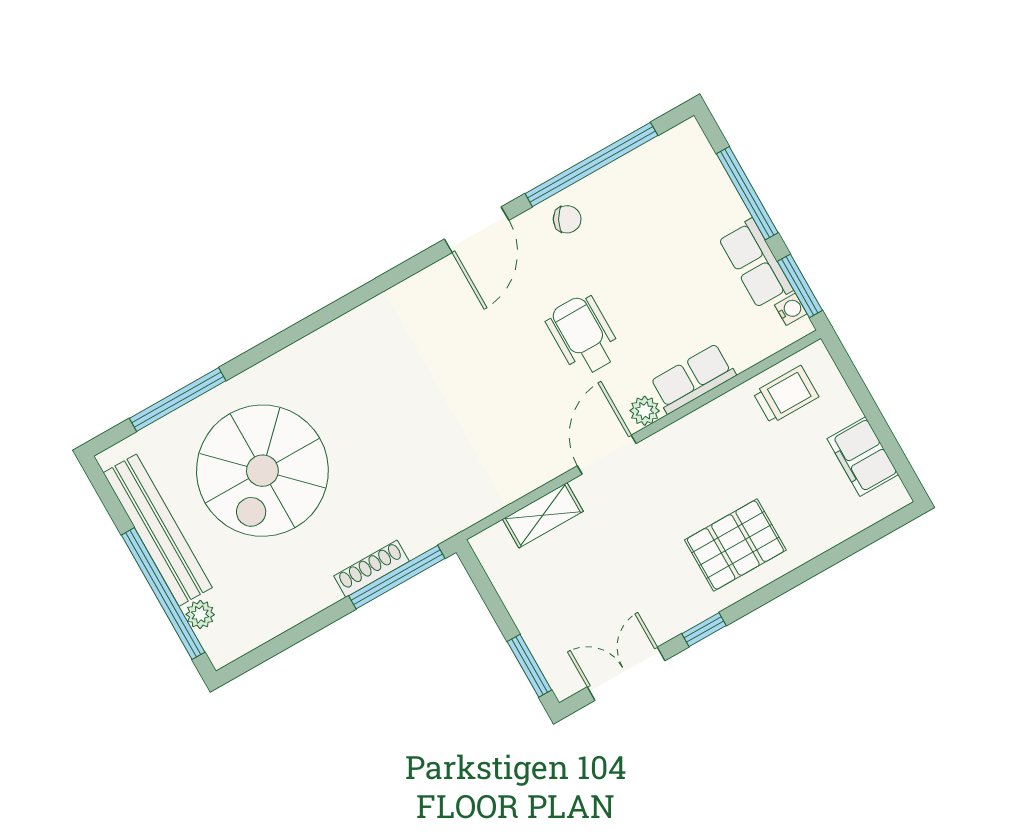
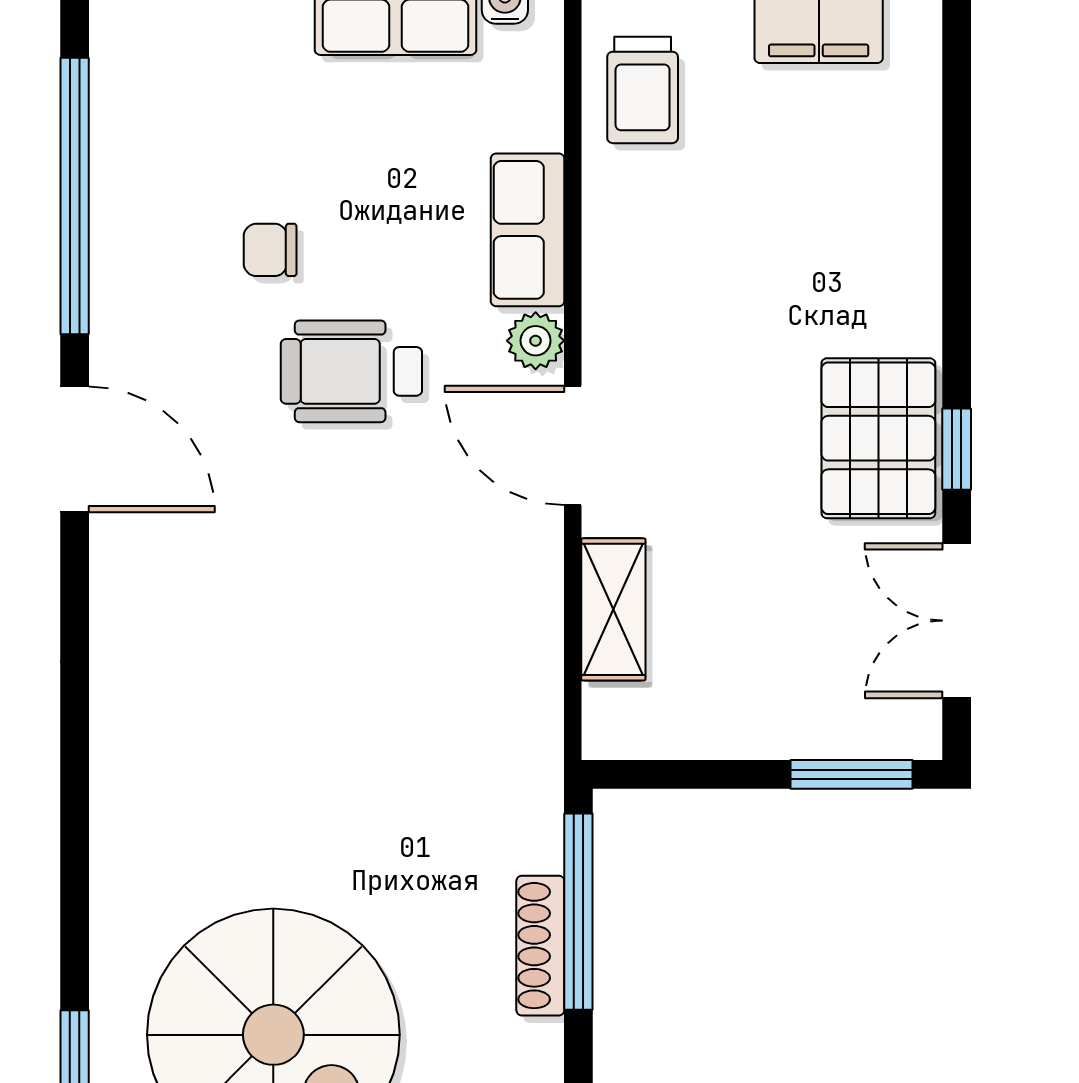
chair: (567, 219) -> (270, 250), moved, turned -118
trolley: (786, 395) -> (643, 90), turned 180
pallet: (735, 545) -> (878, 438), moved

